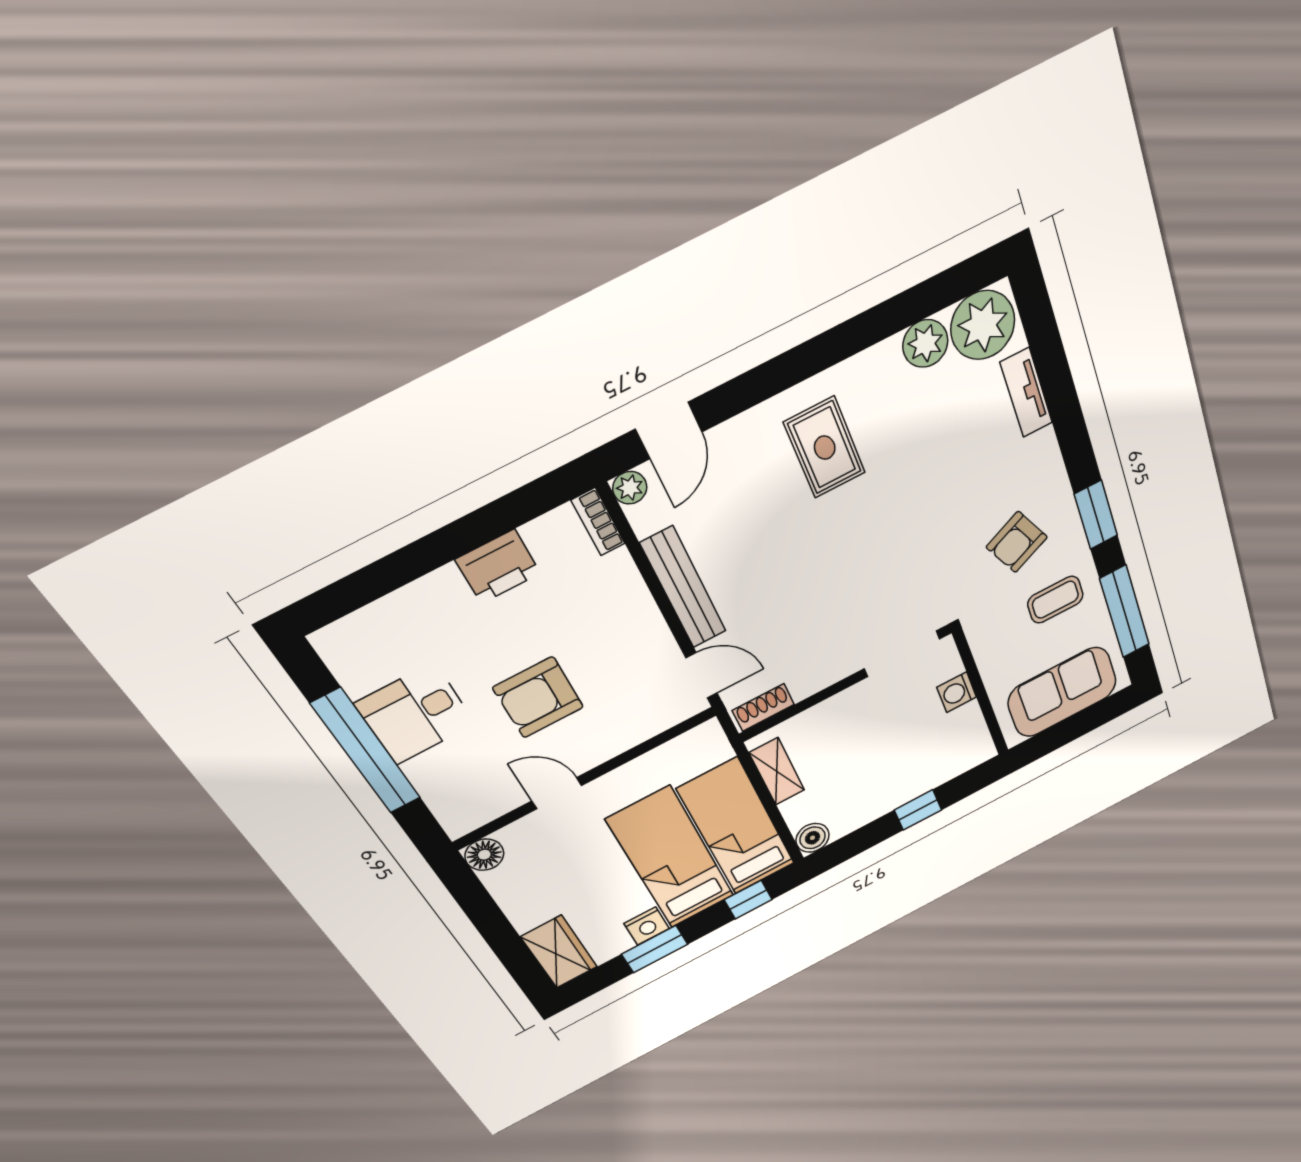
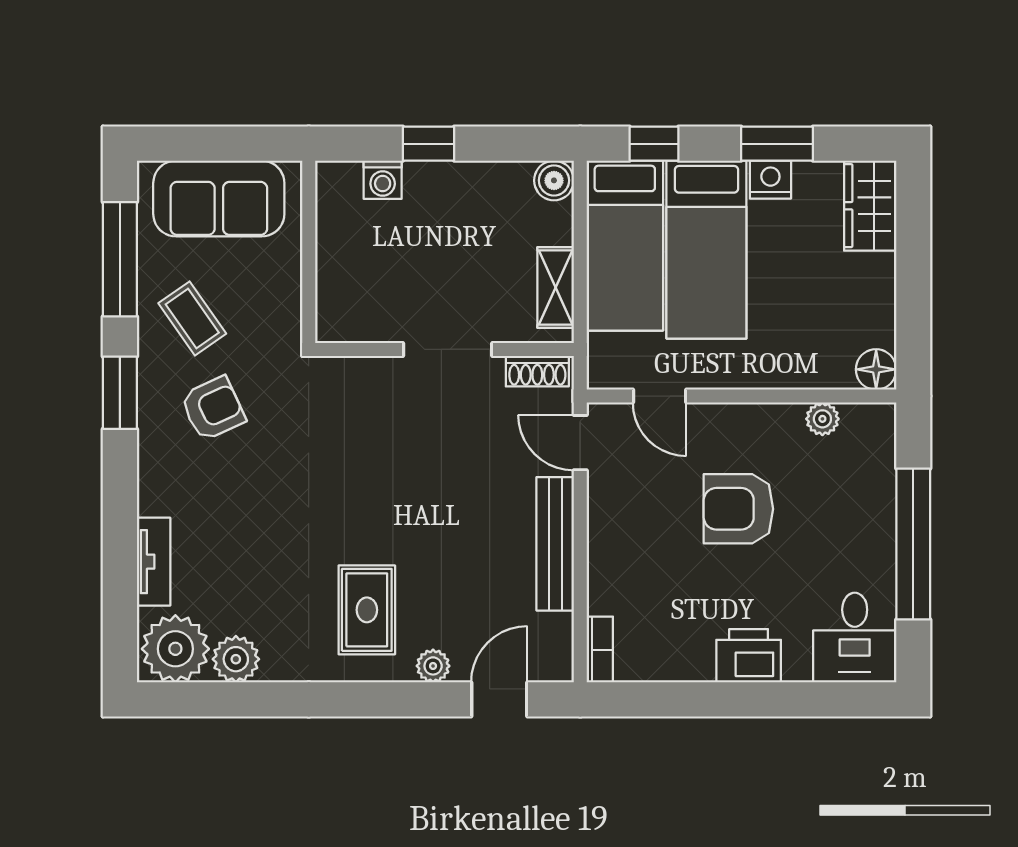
plant: (630, 488) -> (433, 666), moved
printer: (498, 566) -> (749, 656), moved
coffee table: (1055, 600) -> (192, 318), turned 55
doorway: (902, 654) -> (448, 349), moved
washing machine: (957, 692) -> (383, 180), moved, turned 90
armchair: (538, 697) -> (738, 509), turned 180
desk: (415, 714) -> (855, 638), moved, turned 90
door: (557, 793) -> (660, 396), moved
plant: (507, 799) -> (822, 419), added

